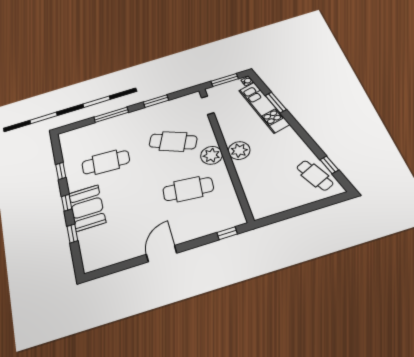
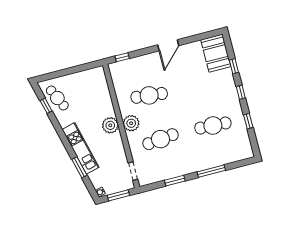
kitchen unit: (264, 107) -> (81, 148), moved
cafe table: (173, 141) -> (161, 139), turned -30
booth: (87, 208) -> (216, 53), moved

